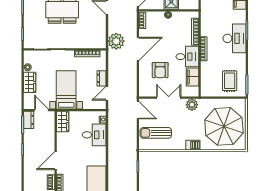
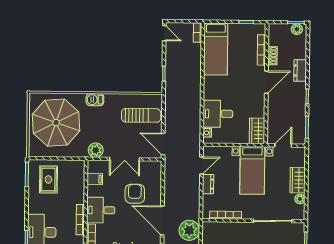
door: (138, 49) -> (162, 220), hinge flipped
filing cabinet: (192, 77) -> (95, 179), width x0.50
door: (42, 110) -> (283, 145), swing flipped
dresser: (29, 120) -> (300, 71), moved

